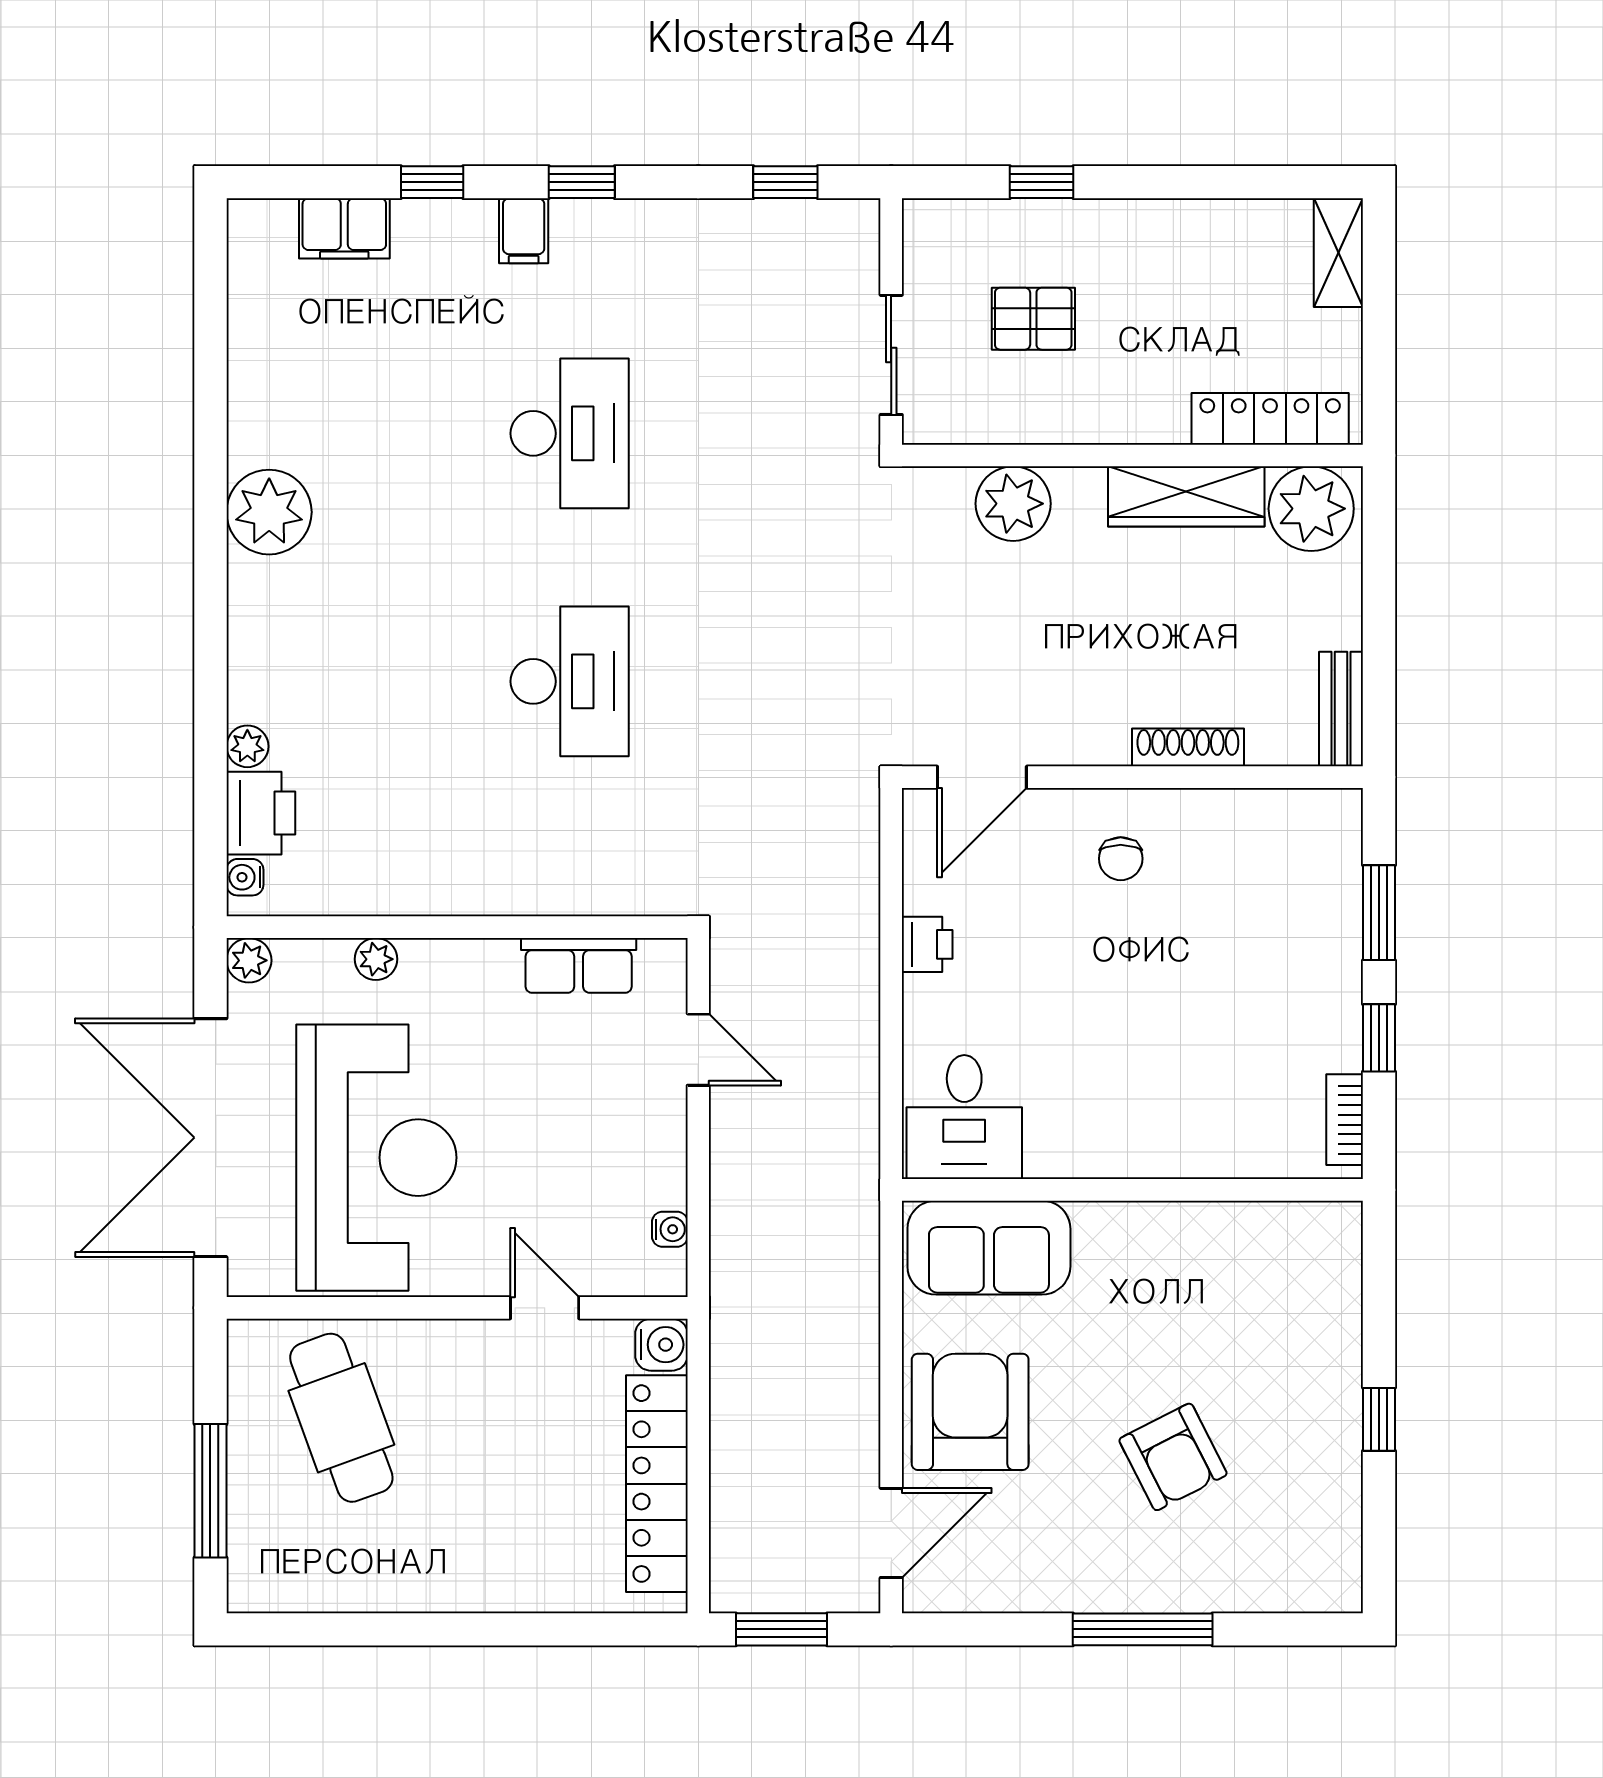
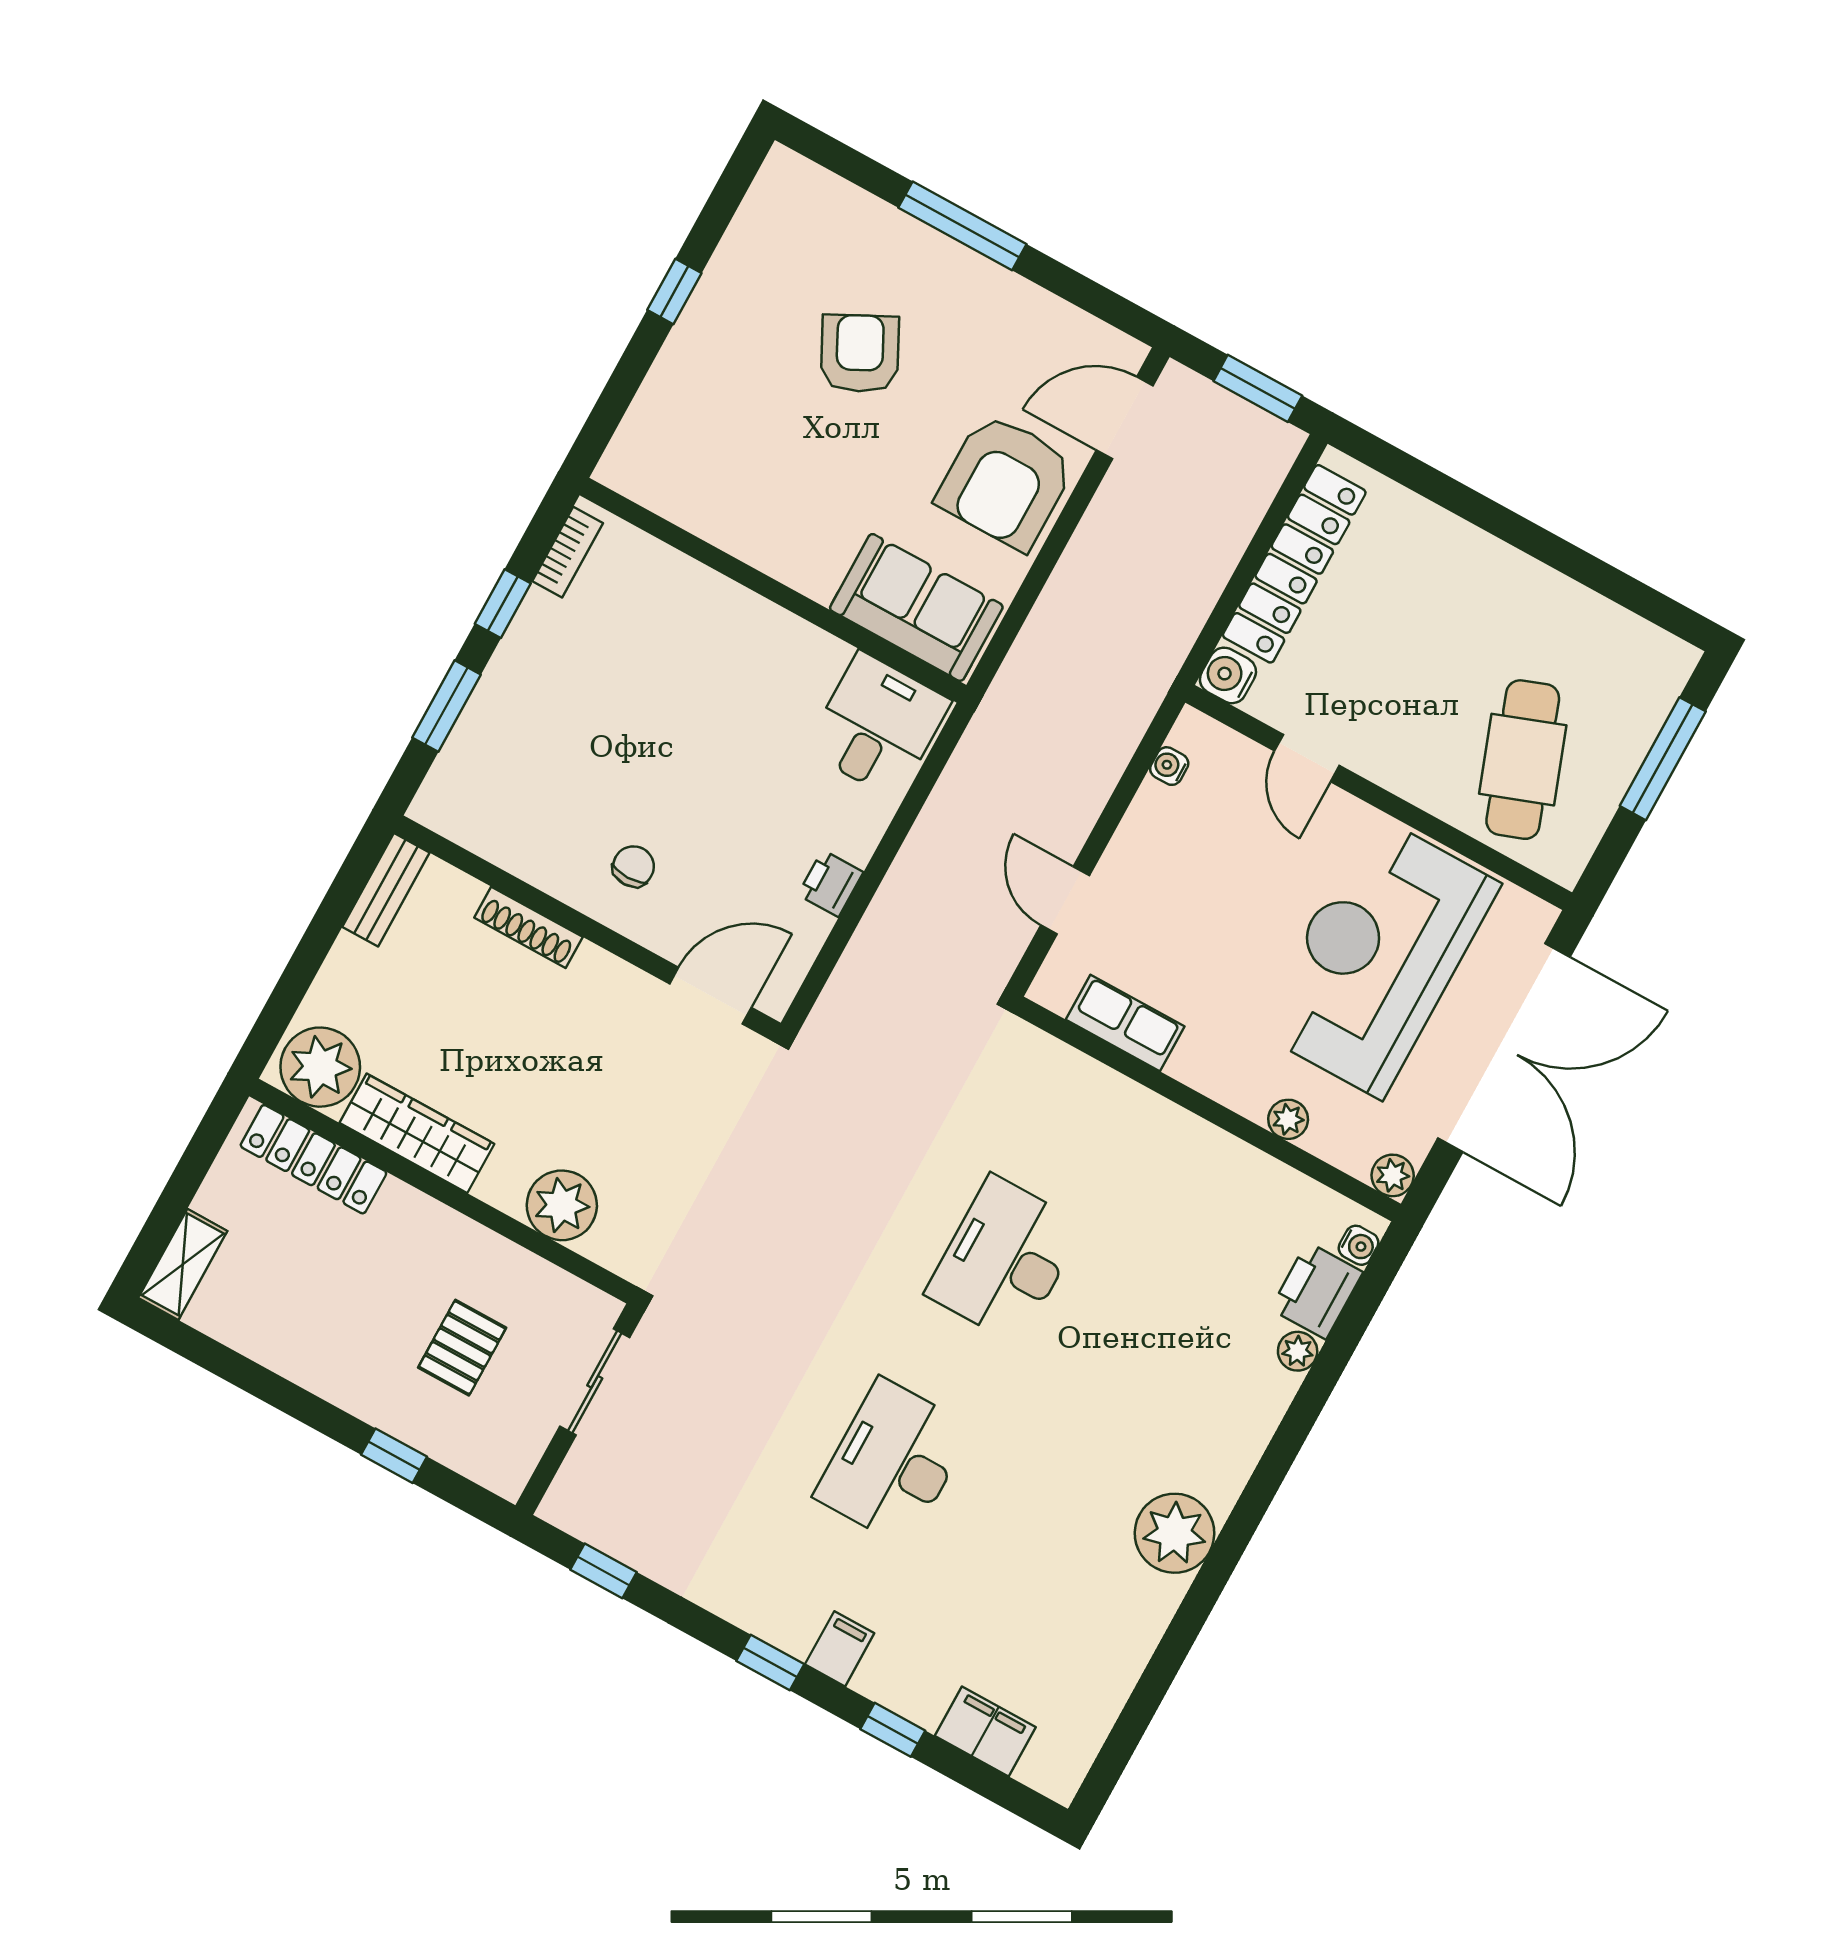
pallet: (1033, 319) -> (462, 1348), turned 90

